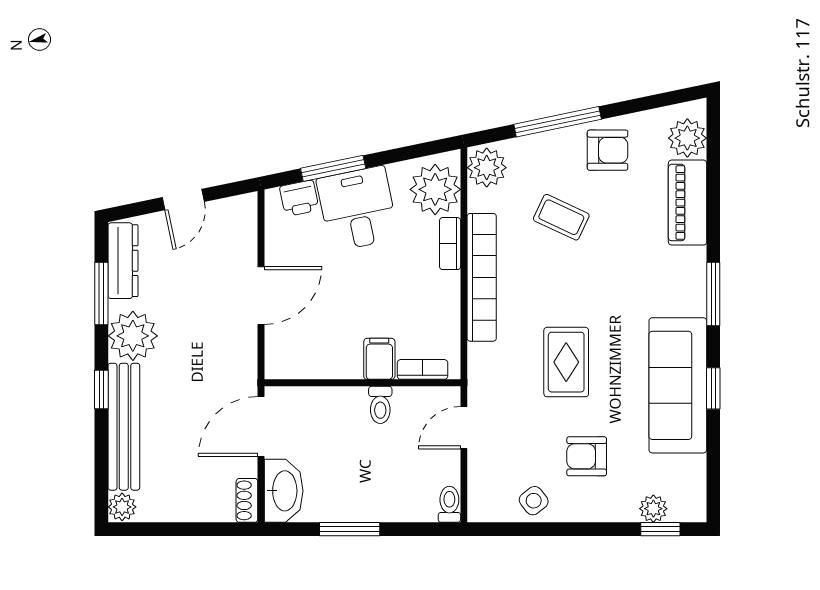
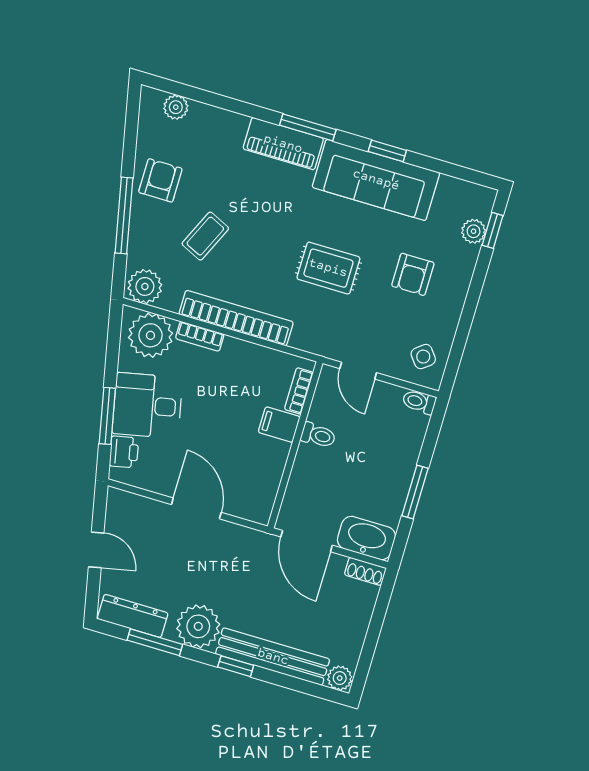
plant: (687, 138) -> (176, 107), width x0.73, depth x0.73
piano: (688, 203) -> (283, 144), moved
side table: (534, 501) -> (423, 357), moved

